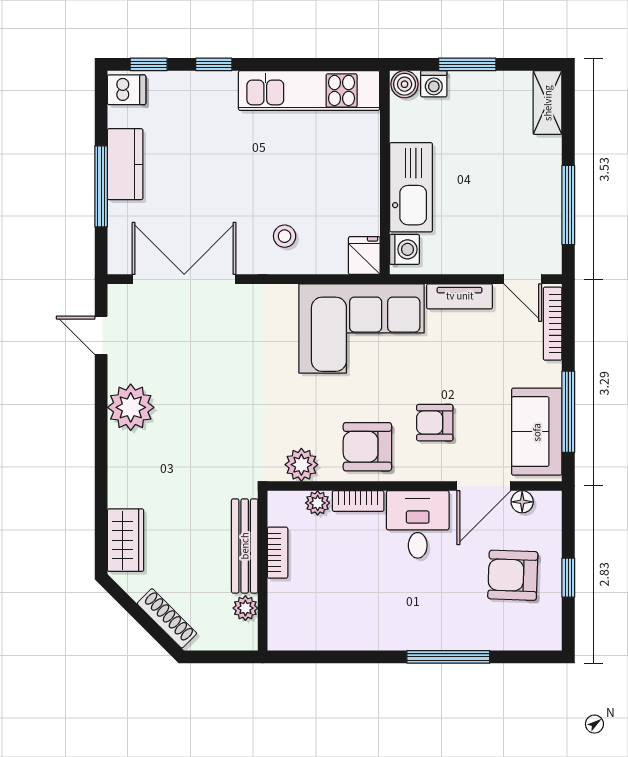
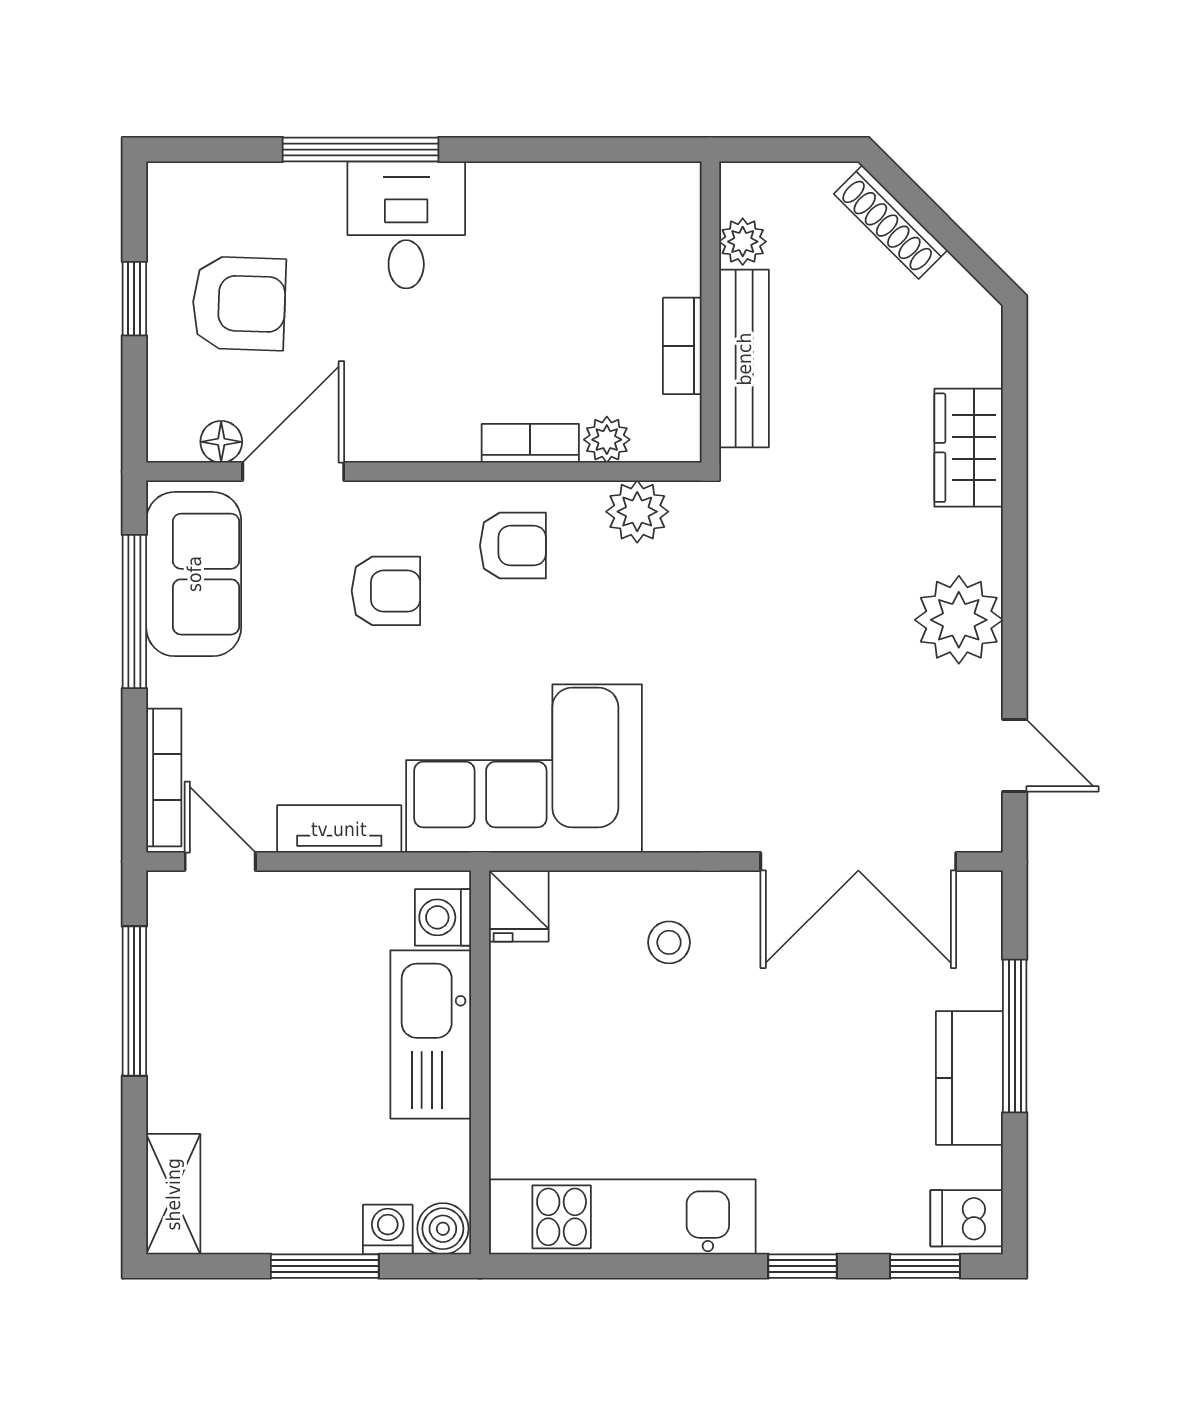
armchair: (367, 447) -> (513, 546), width x0.72, depth x0.72
desk: (418, 524) -> (406, 225), moved, turned 180
wardrobe: (126, 540) -> (969, 448), moved

